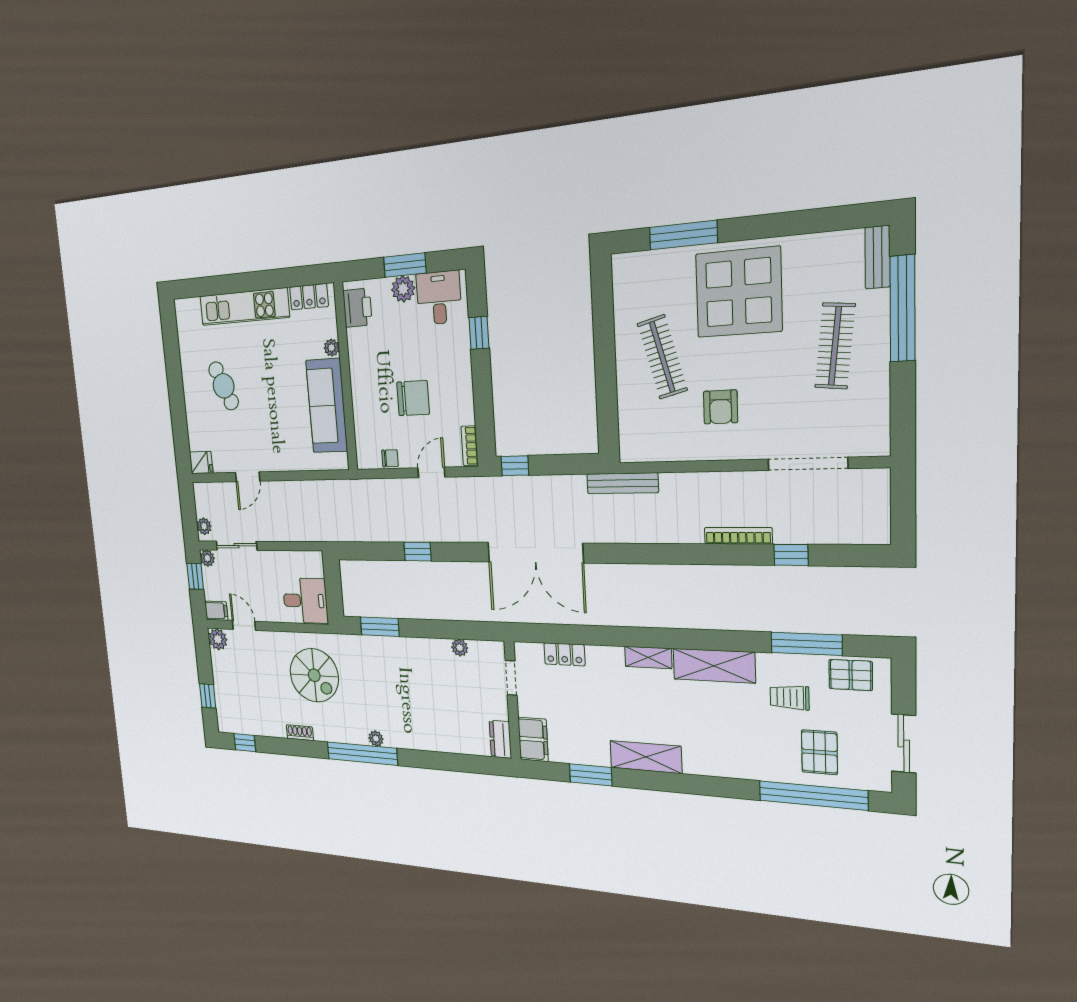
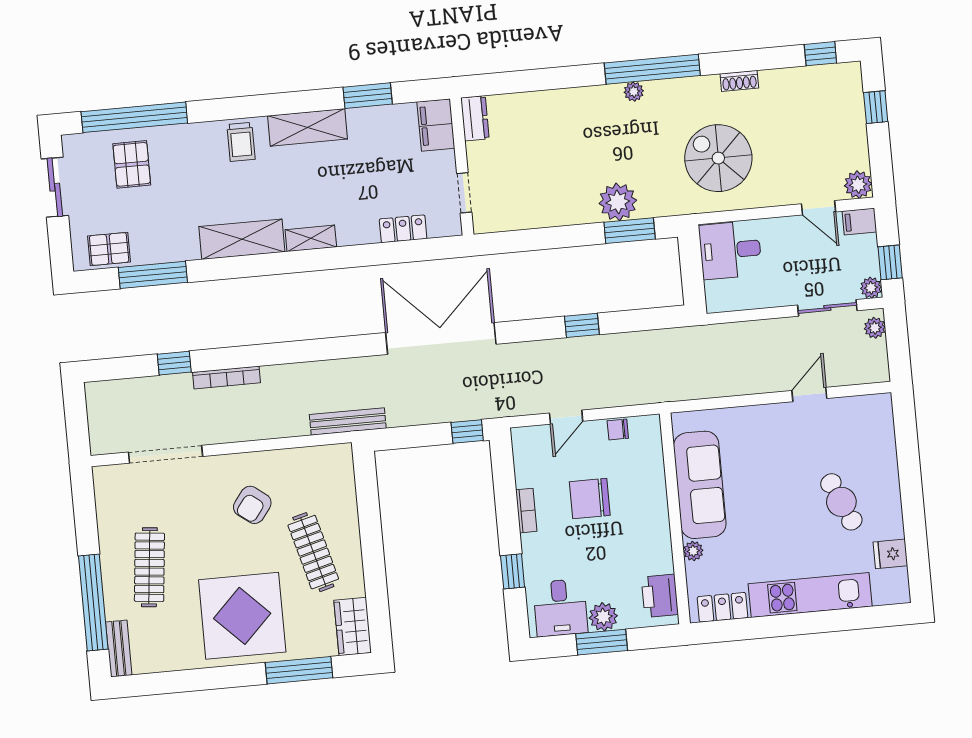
wardrobe: (628, 281) -> (353, 626), added
armchair: (721, 407) -> (252, 505), turned -143
bookcase: (470, 446) -> (526, 511), moved
fridge: (201, 462) -> (890, 554), moved
plant: (460, 648) -> (618, 202), moved, width x1.88, depth x1.88
trolley: (790, 697) -> (241, 142), moved, turned 90

